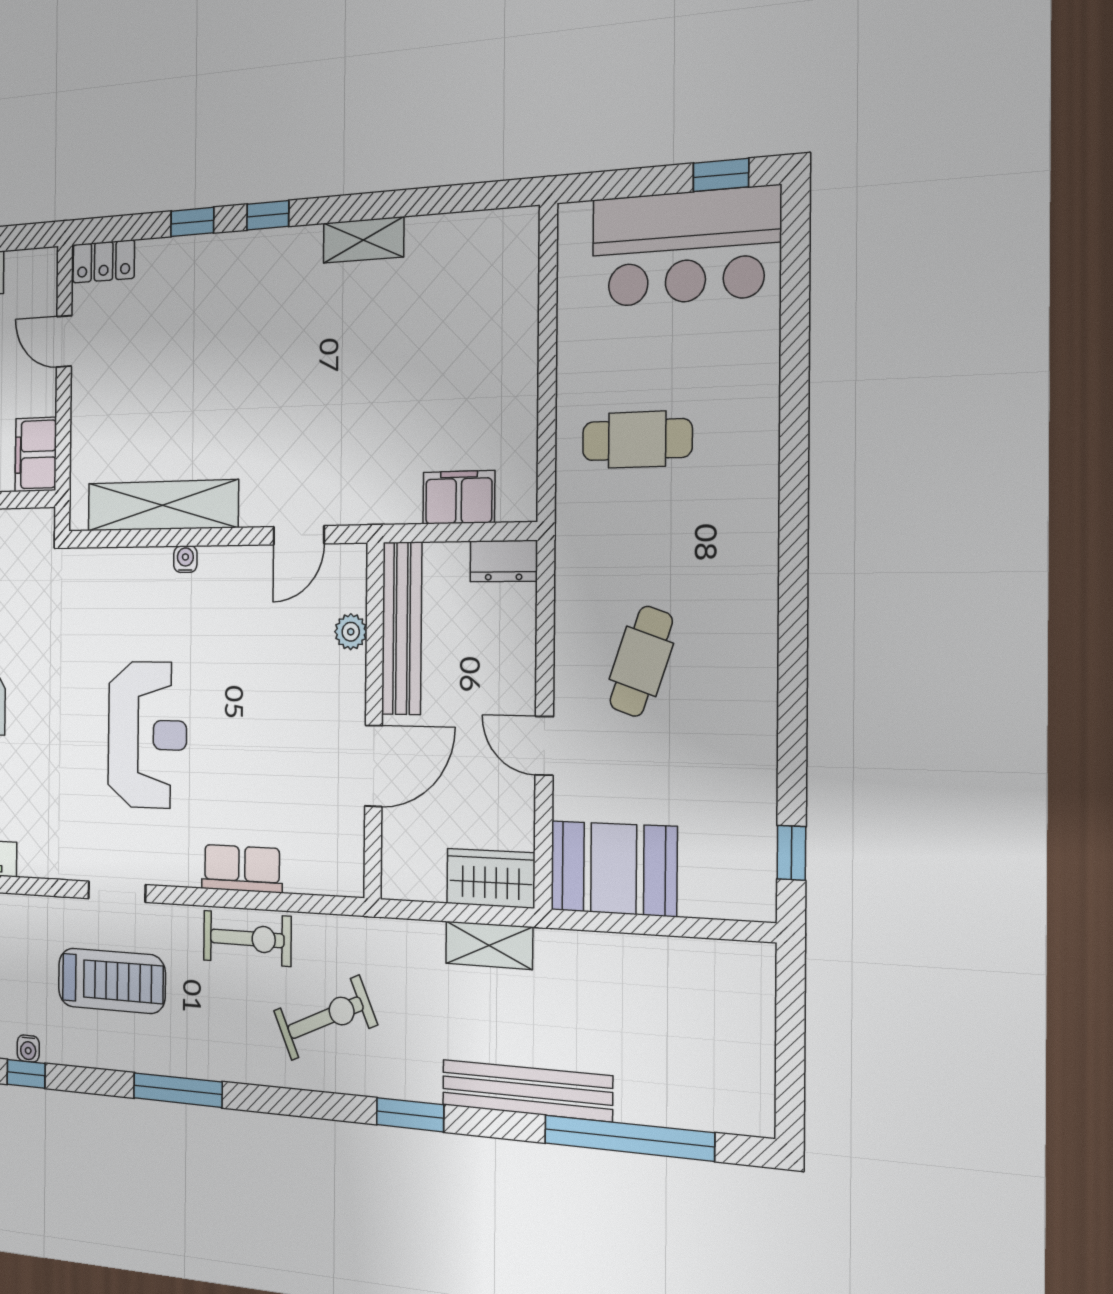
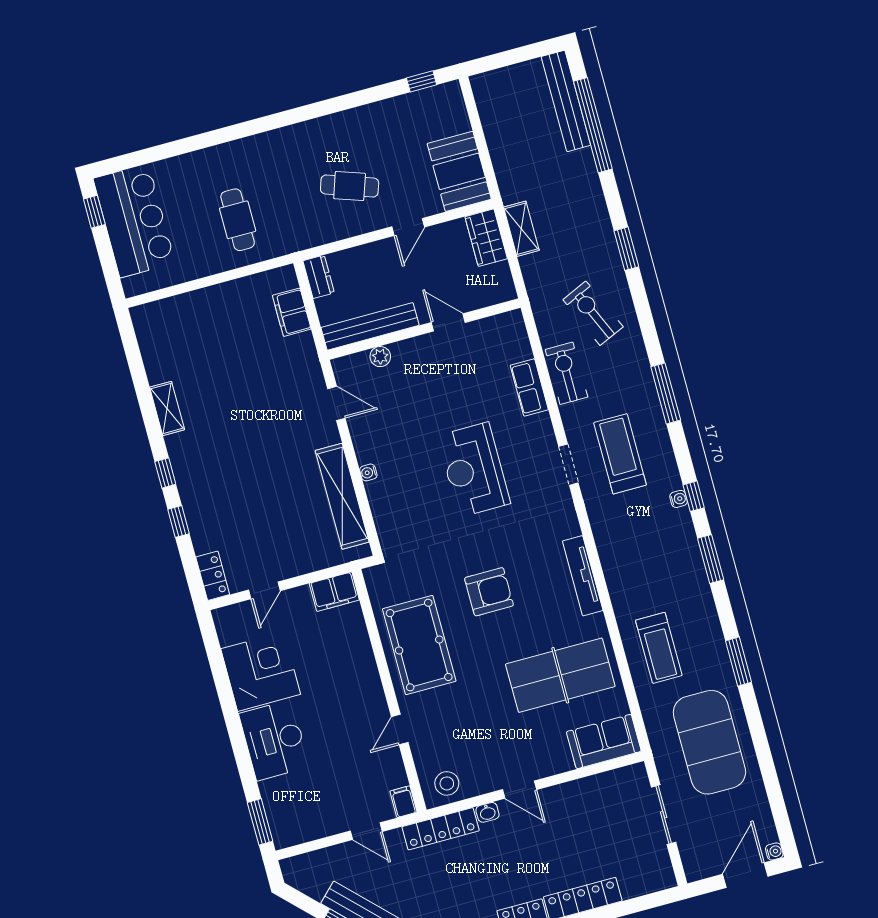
reception desk: (147, 735) -> (474, 470), turned -90
door: (374, 766) -> (448, 322), width x0.73
bench: (527, 1090) -> (566, 101), moved

